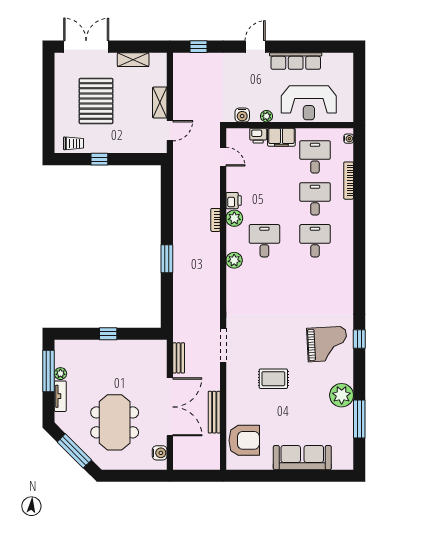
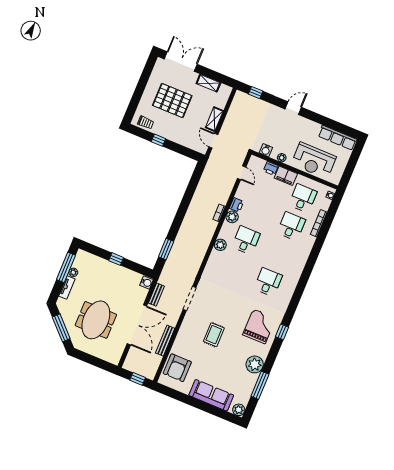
row of seats: (296, 61) -> (338, 138), moved
pallet: (96, 101) -> (172, 101), turned 90
door: (170, 131) -> (213, 141), swing flipped
desk: (315, 241) -> (268, 282), moved
window: (167, 259) -> (166, 249), moved
grand piano: (327, 344) -> (259, 326), turned -87
rug: (273, 379) -> (214, 335), turned 90
armchair: (244, 440) -> (177, 368), turned 90
water cooler: (160, 453) -> (147, 283), moved
plant: (345, 462) -> (239, 410), added
window: (199, 476) -> (138, 379), added

